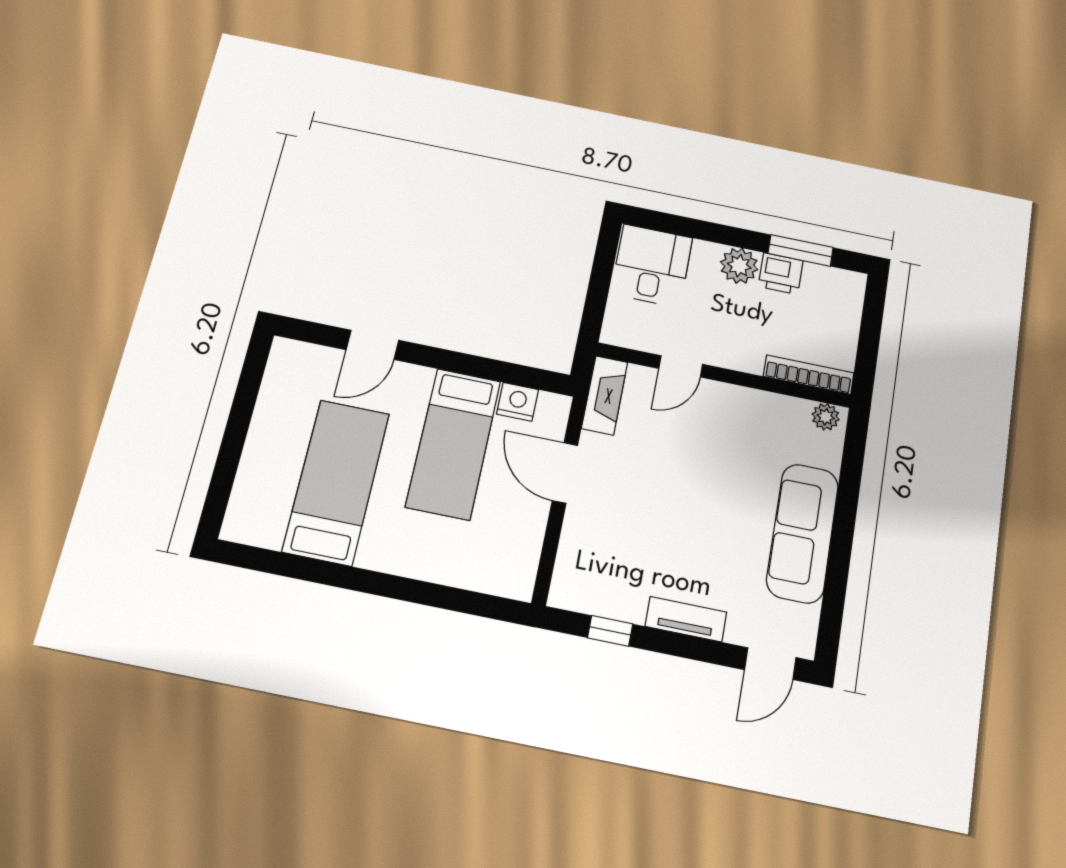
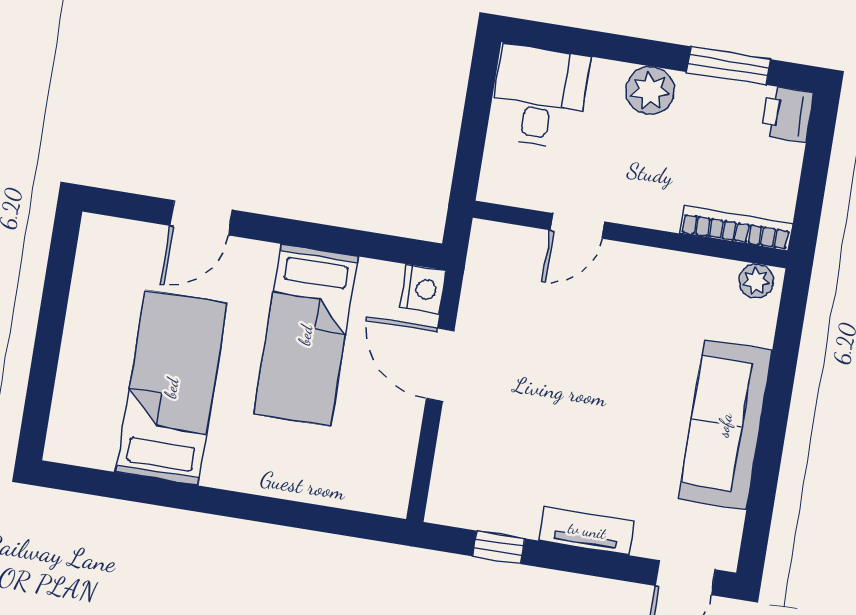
printer: (781, 274) -> (787, 114), moved, turned 90
fireplace: (605, 395) -> (485, 267), removed
nightstand: (518, 402) -> (423, 289), moved, turned 90

